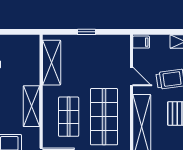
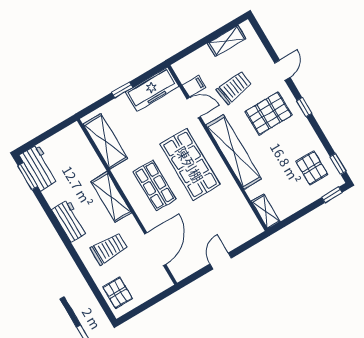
filing cabinet: (141, 42) -> (194, 86), moved
freezer: (109, 45) -> (152, 89), added

